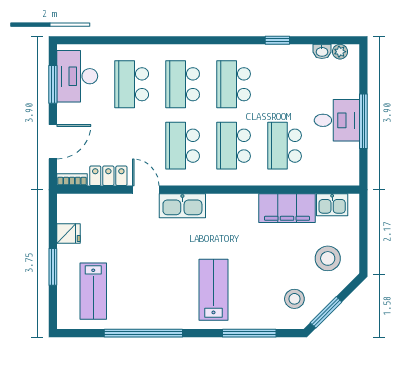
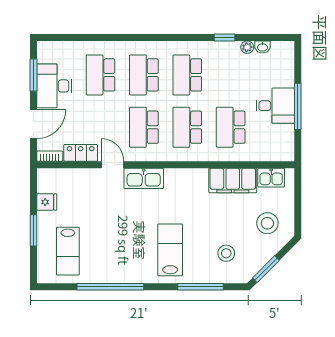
plant: (340, 52) -> (247, 47), moved
desk: (77, 76) -> (54, 86), moved
stool: (294, 299) -> (226, 253), moved

